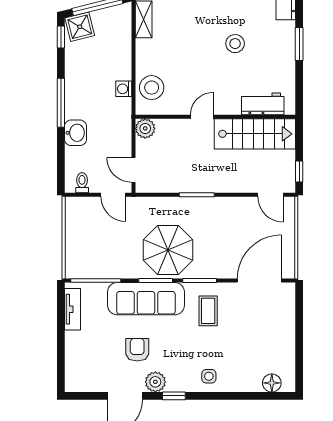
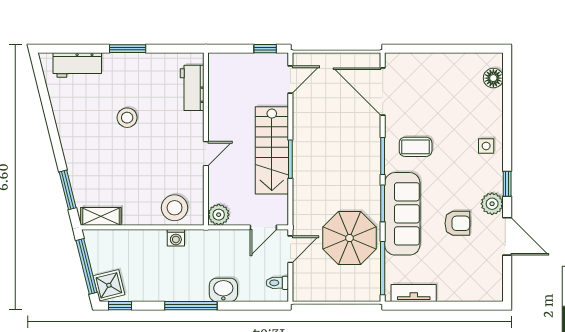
door: (202, 117) -> (206, 154), swing flipped
stairs: (255, 134) -> (272, 150), moved, turned 180
parasol: (168, 250) -> (350, 238), moved
armchair: (137, 350) -> (457, 223), turned 180

